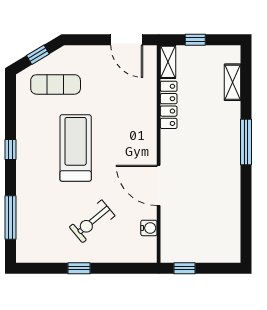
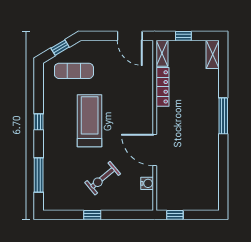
shelving: (233, 82) -> (213, 54), moved

